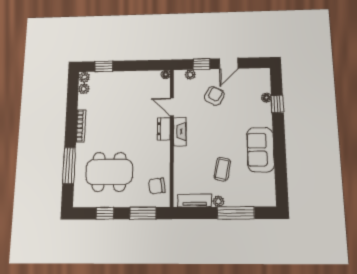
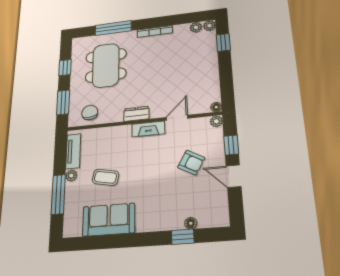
plant: (190, 75) -> (216, 121), moved
dresser: (164, 129) -> (136, 114), moved
sofa: (260, 150) -> (109, 220), moved

